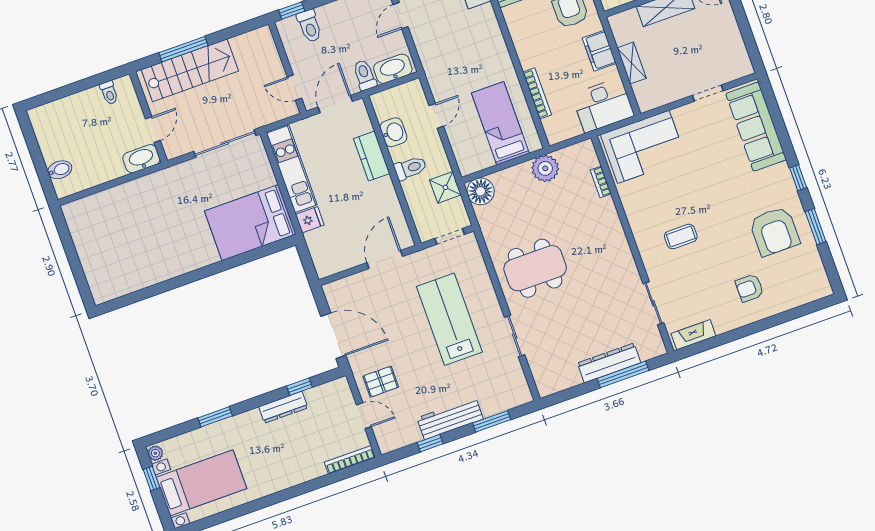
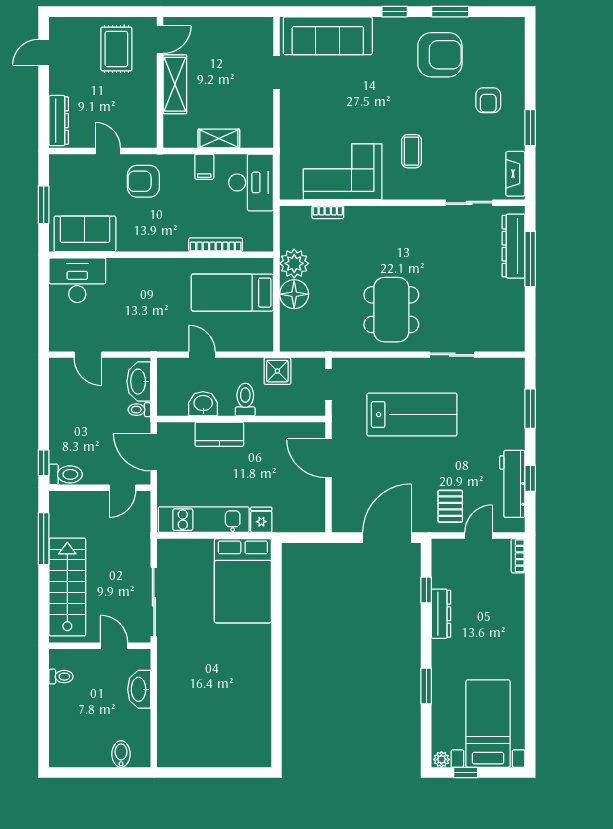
toilet: (309, 26) -> (66, 474), moved
window: (183, 49) -> (44, 539), moved
filing cabinet: (599, 51) -> (204, 167), width x0.50
toilet: (365, 75) -> (139, 410), width x0.73, depth x0.72
sliding door: (225, 143) -> (154, 602), moved
corner sofa: (643, 147) -> (343, 172), moved, turned -90
washbasin: (141, 159) -> (139, 689), moved
floor lamp: (481, 191) -> (294, 294), moved
lab bench: (449, 319) -> (412, 415), turned 180
window: (739, 333) -> (530, 128), added
dresser: (609, 363) -> (513, 246), moved
workbench: (450, 418) -> (512, 484), moved
bookcase: (350, 460) -> (518, 556), width x0.64

